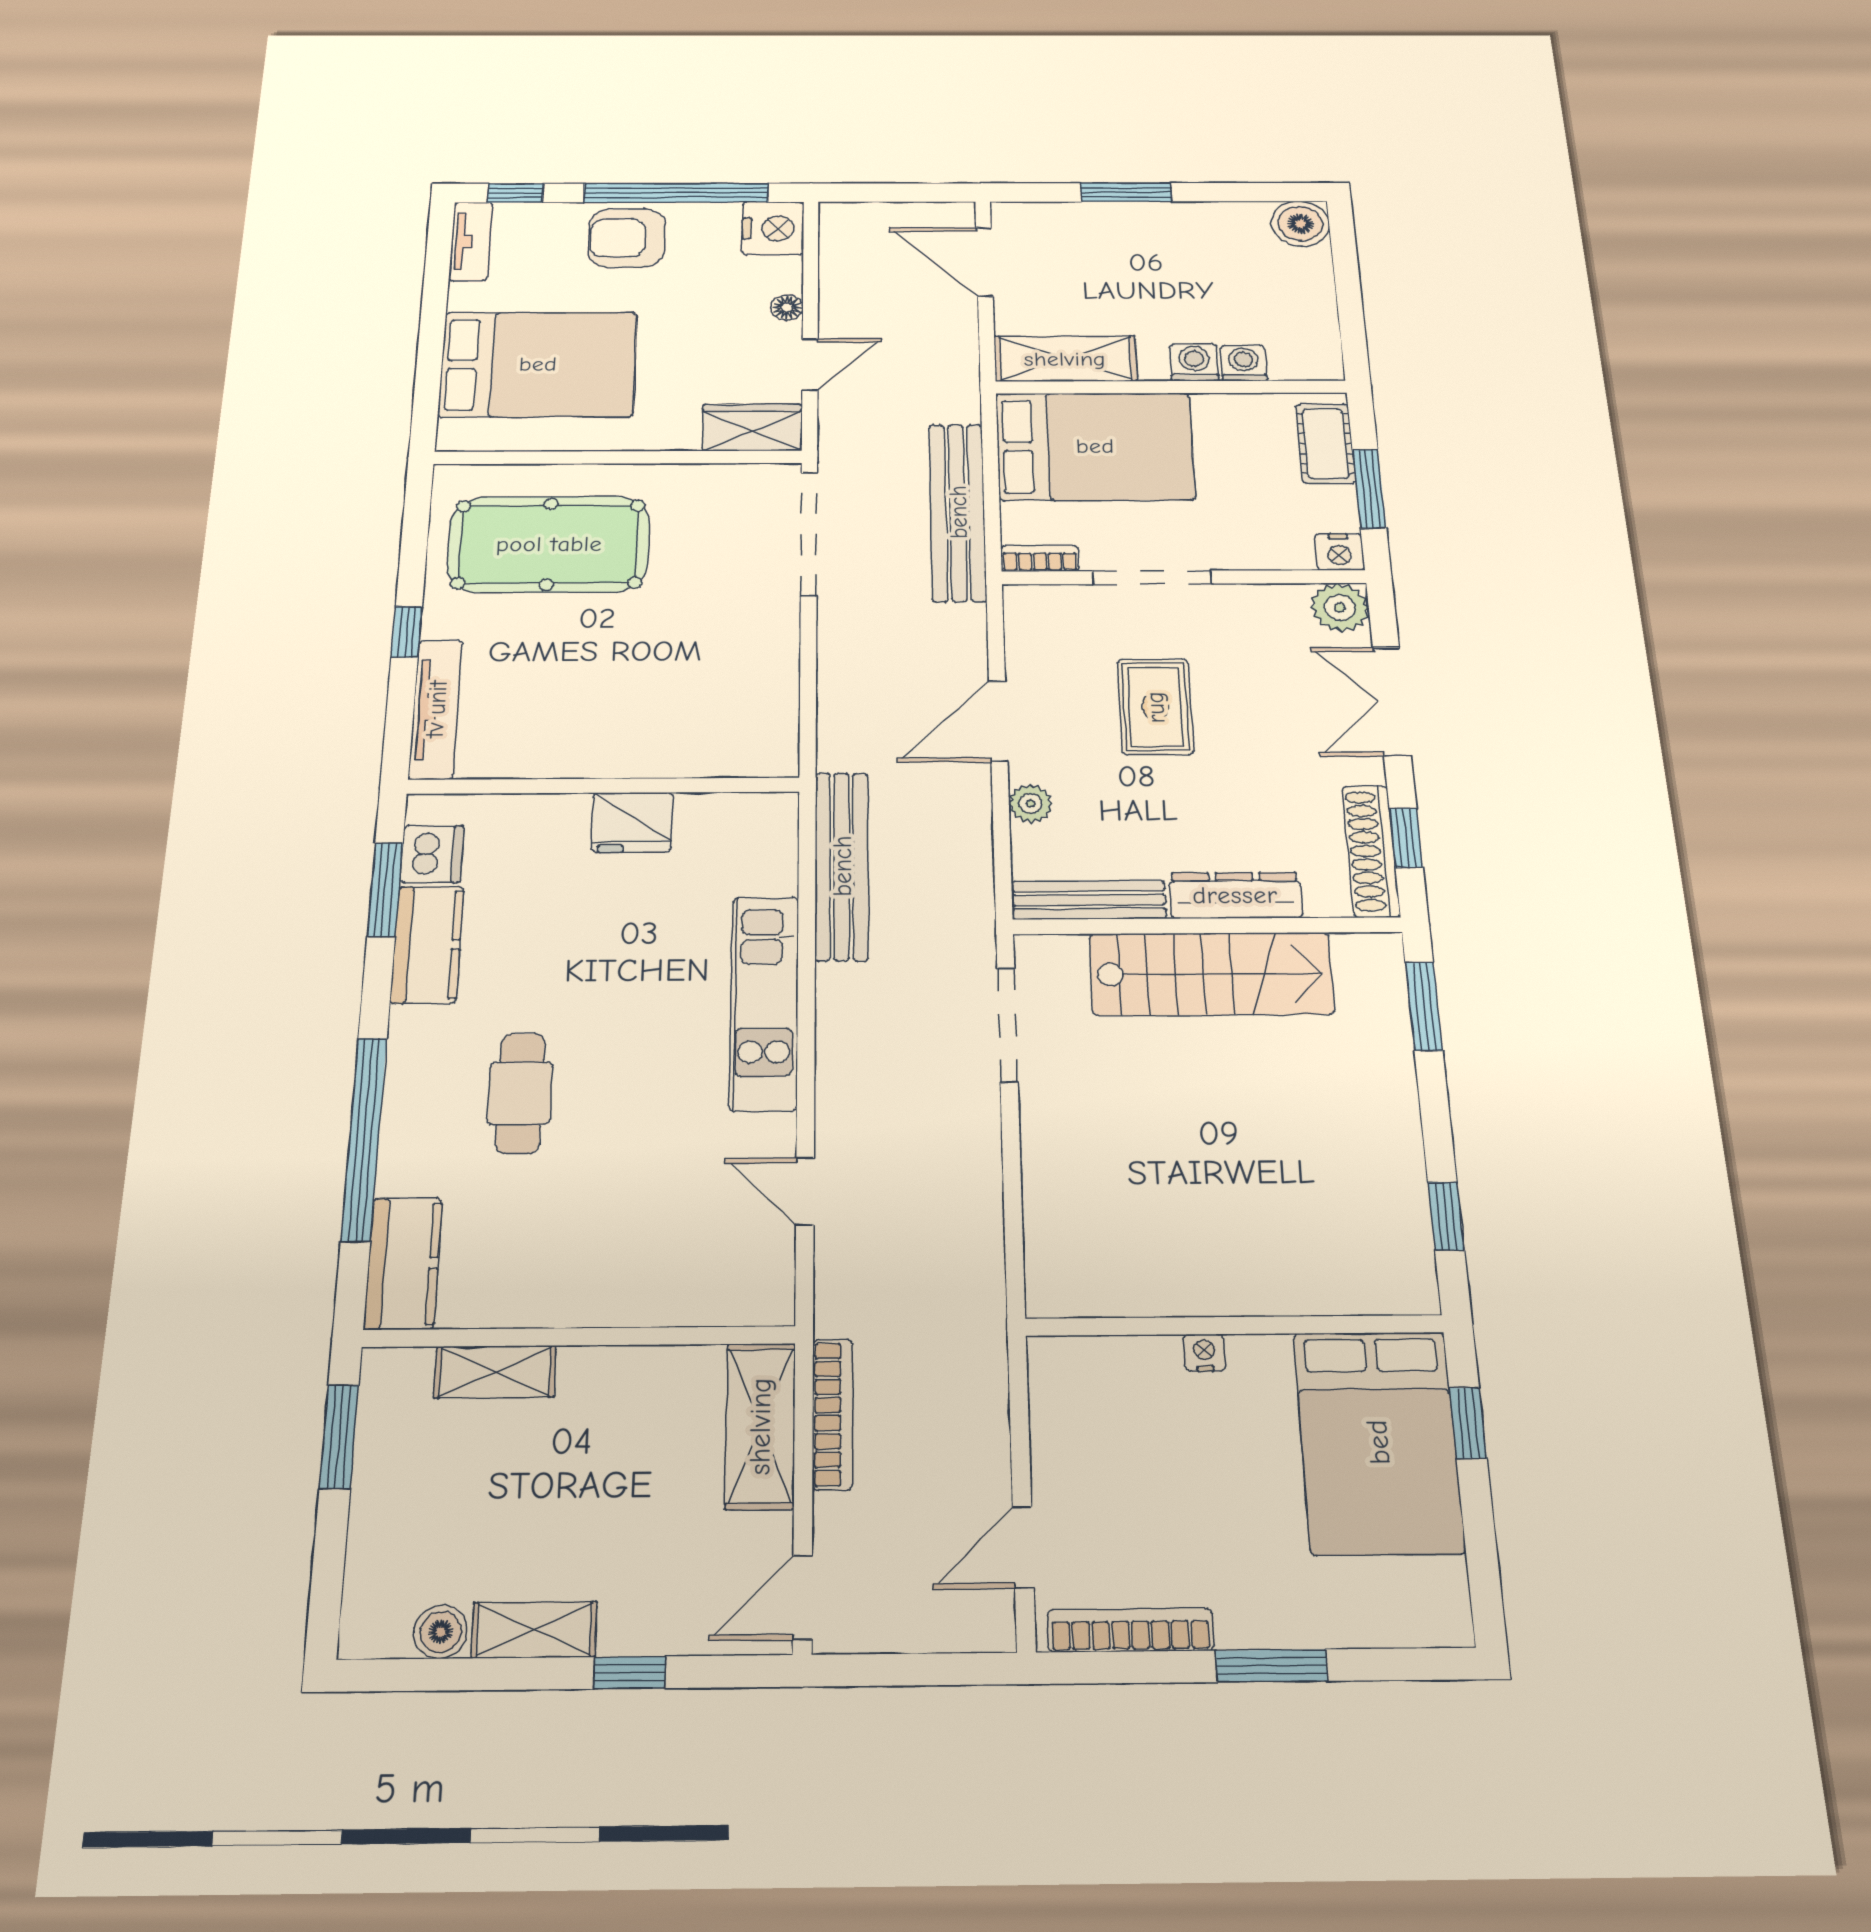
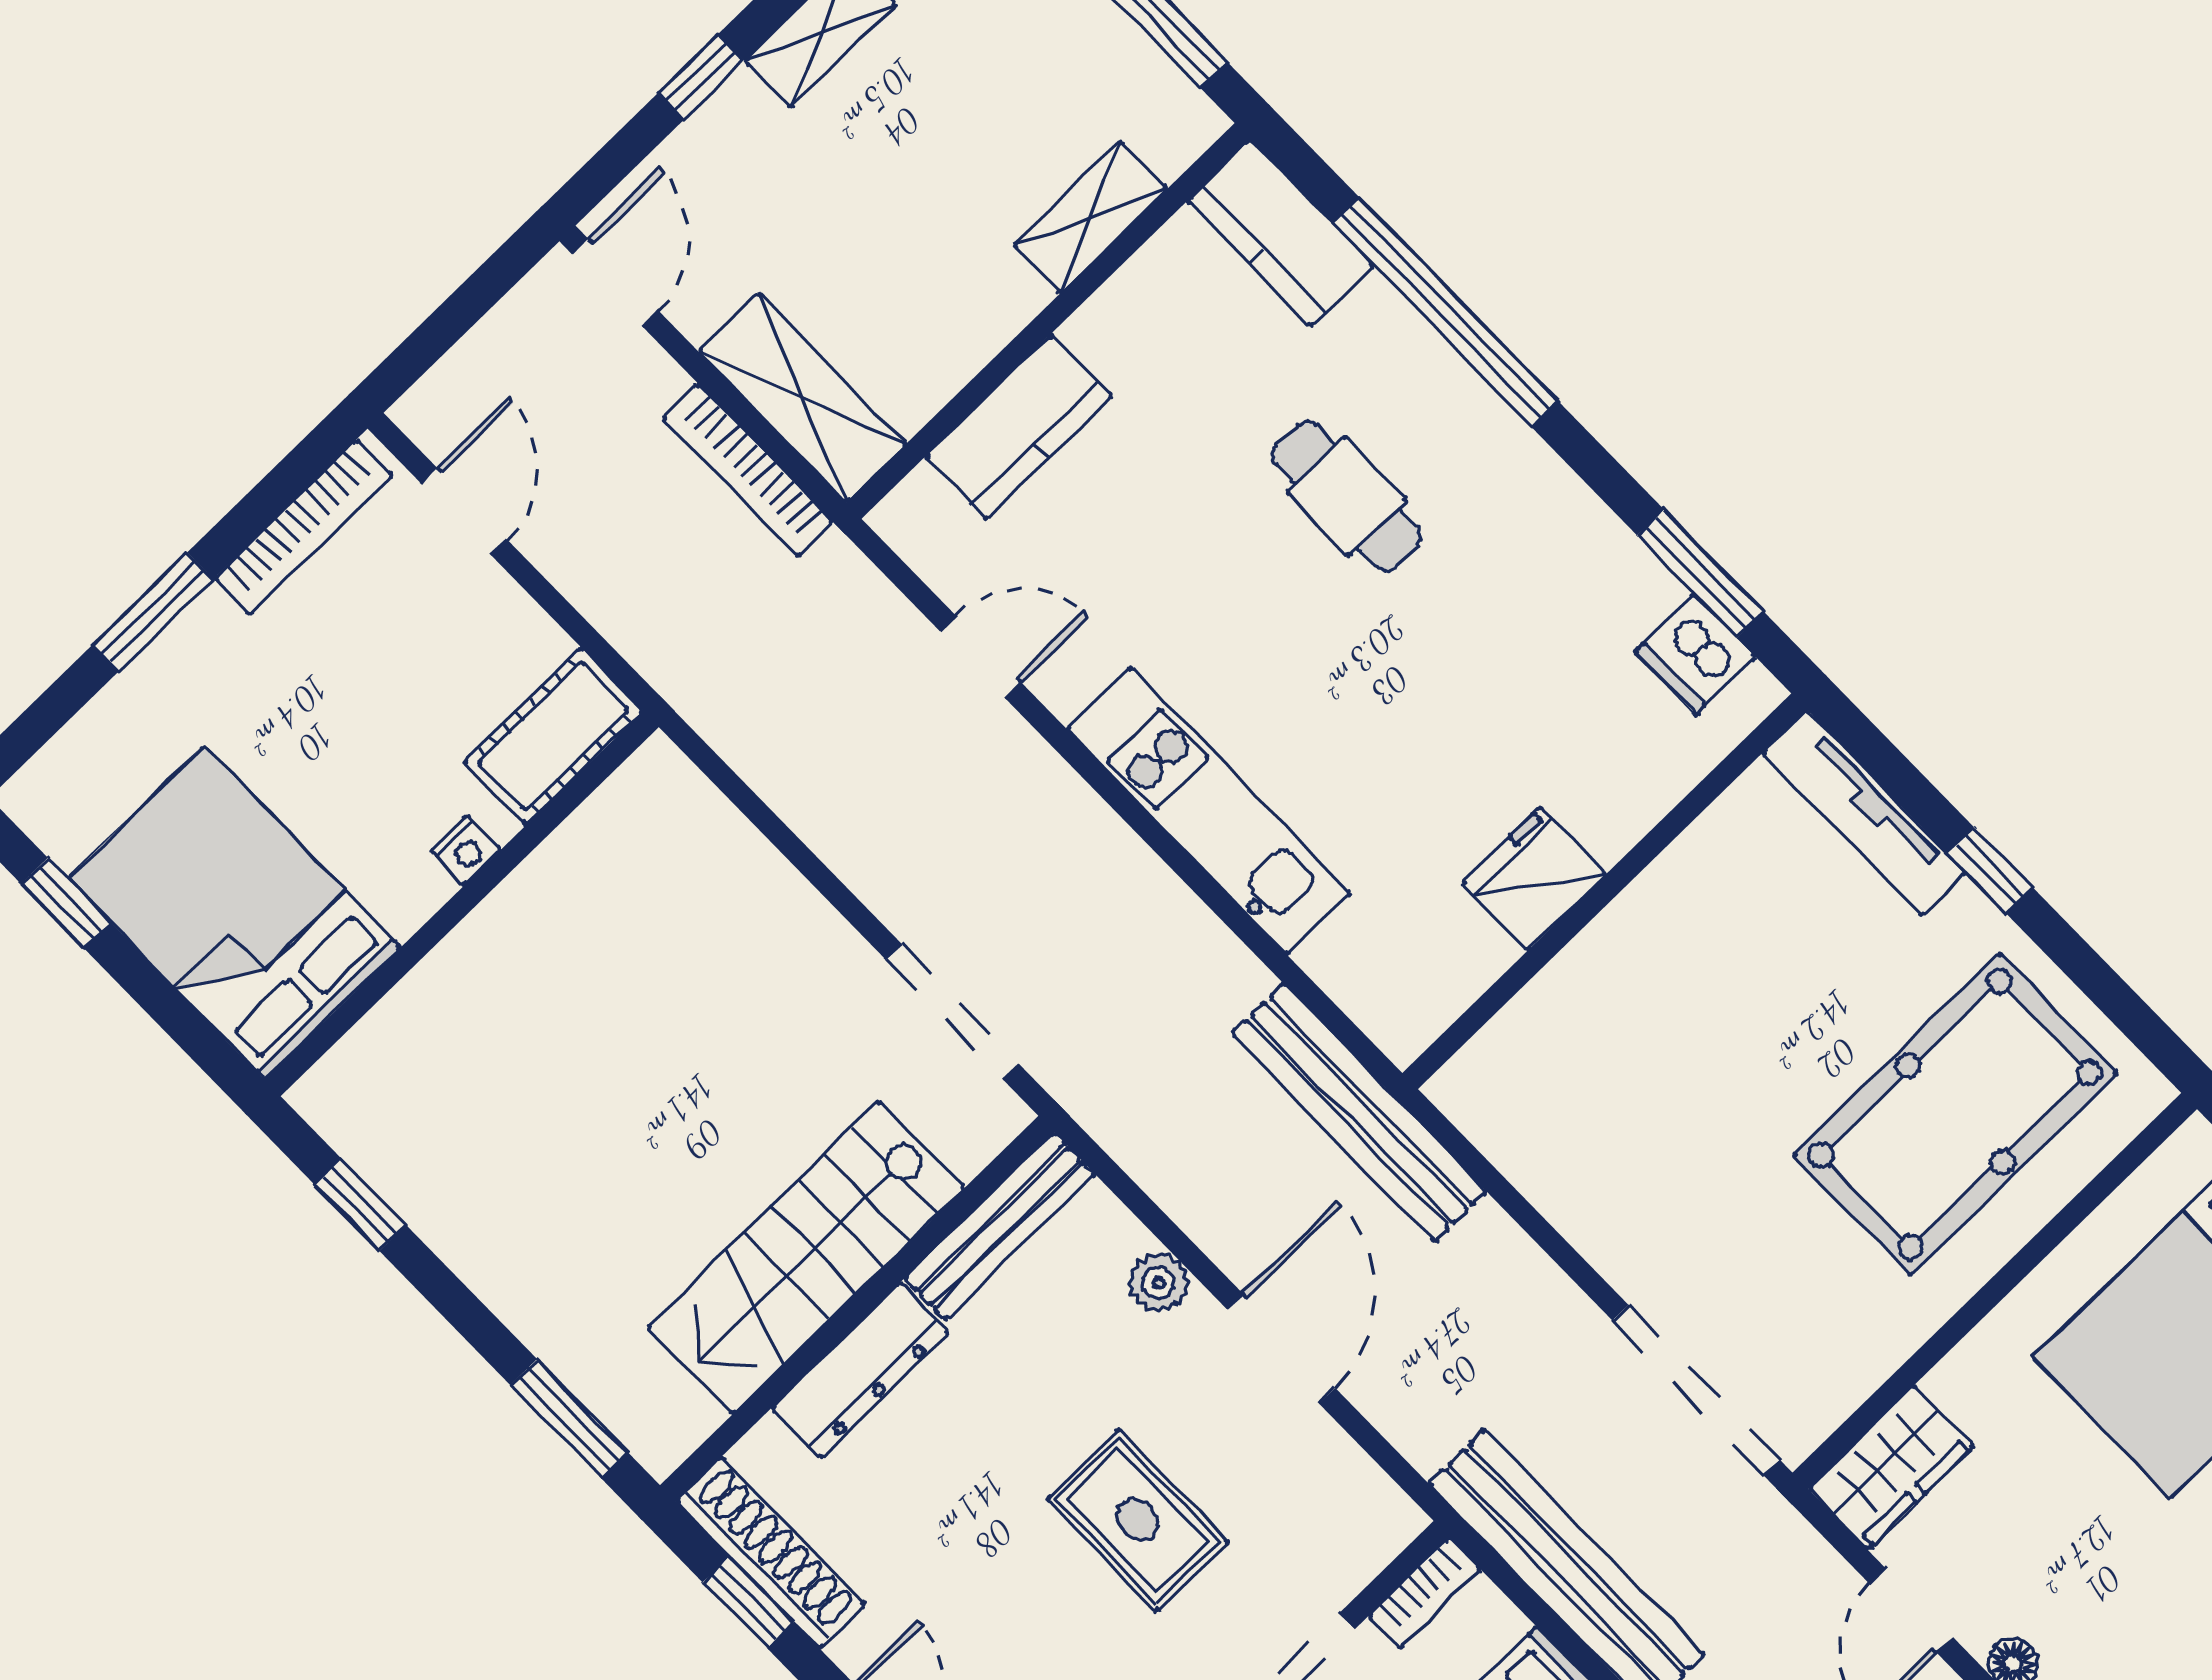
bench: (842, 866) -> (1359, 1113), moved
kitchen counter: (427, 944) -> (1019, 427), moved, turned -90
cot: (1092, 1369) -> (553, 736), added
window: (1468, 1423) -> (66, 903), moved

